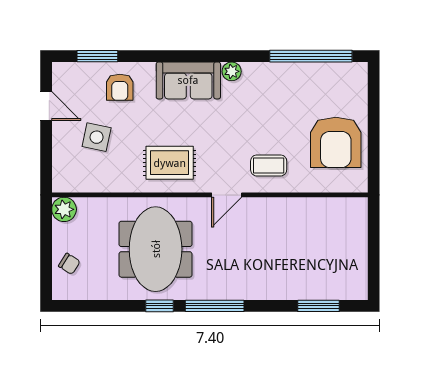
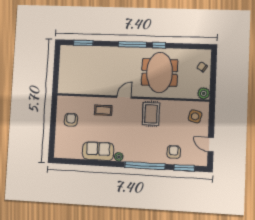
window: (311, 56) -> (145, 166), moved
sofa: (188, 80) -> (98, 151), moved
side table: (97, 137) -> (195, 116), moved
armchair: (336, 142) -> (71, 120), width x0.53, depth x0.53
rug: (170, 163) -> (151, 114), turned 90

